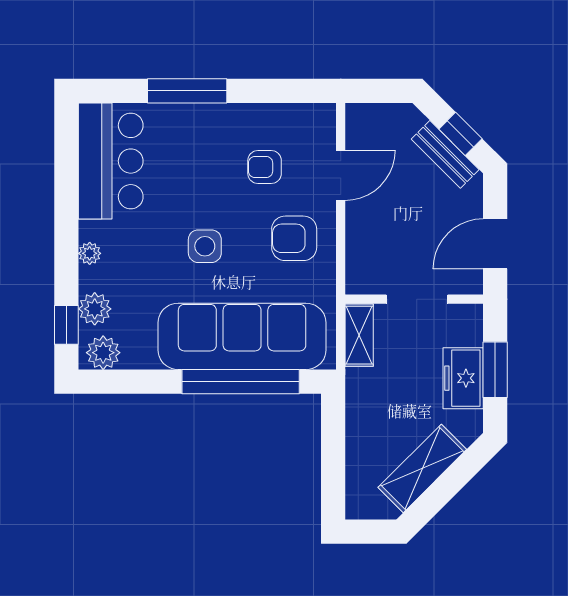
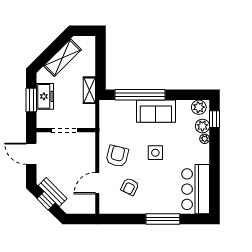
armchair: (265, 167) -> (130, 187), turned 116
armchair: (294, 238) -> (117, 156), turned -76
door: (495, 244) -> (31, 154), swing flipped
plant: (90, 253) -> (205, 139), moved
shelving: (359, 335) -> (89, 90), moved
sofa: (242, 336) -> (156, 111), width x0.54, depth x0.79

